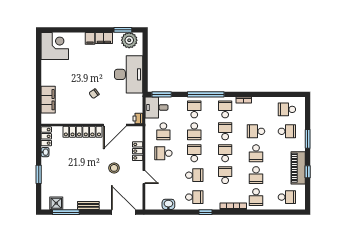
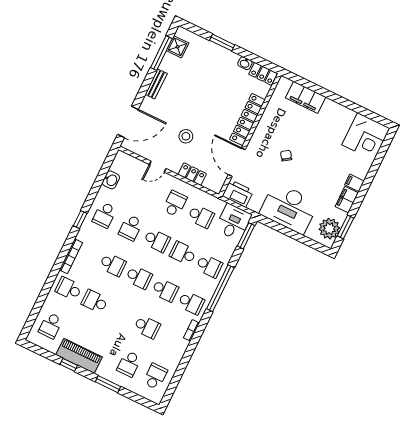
printer: (138, 119) -> (238, 193), width x1.87, depth x1.48
school desk: (163, 131) -> (201, 216), turned 180
school desk: (256, 131) -> (147, 327), turned 90
school desk: (256, 153) -> (121, 314), removed

